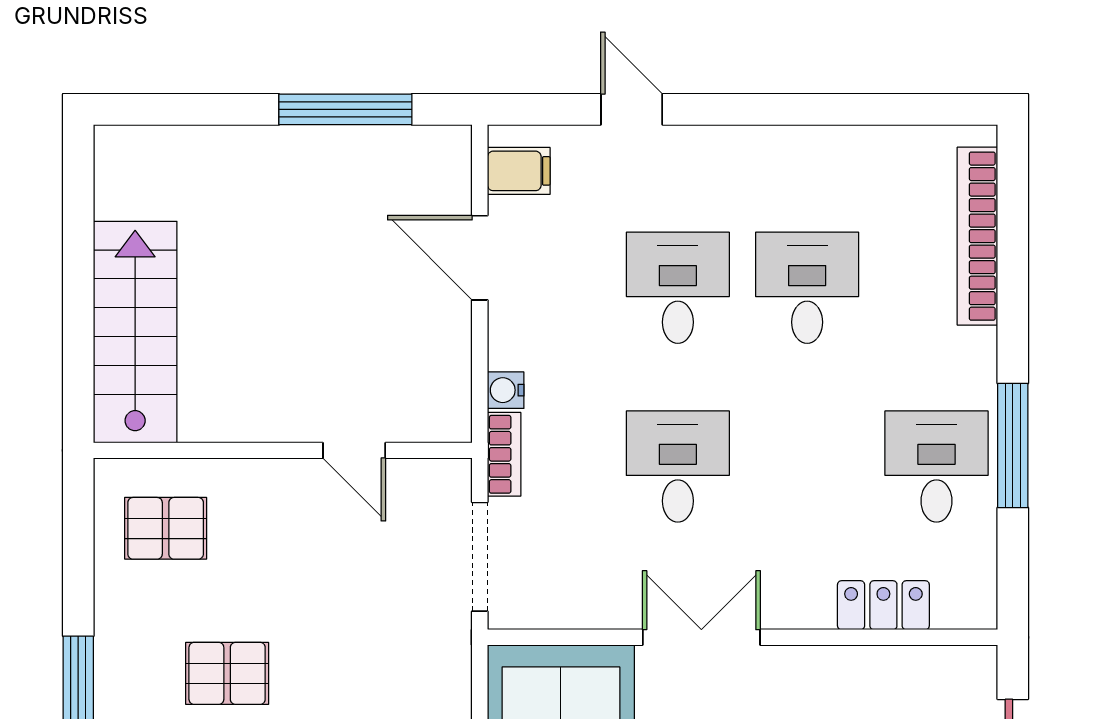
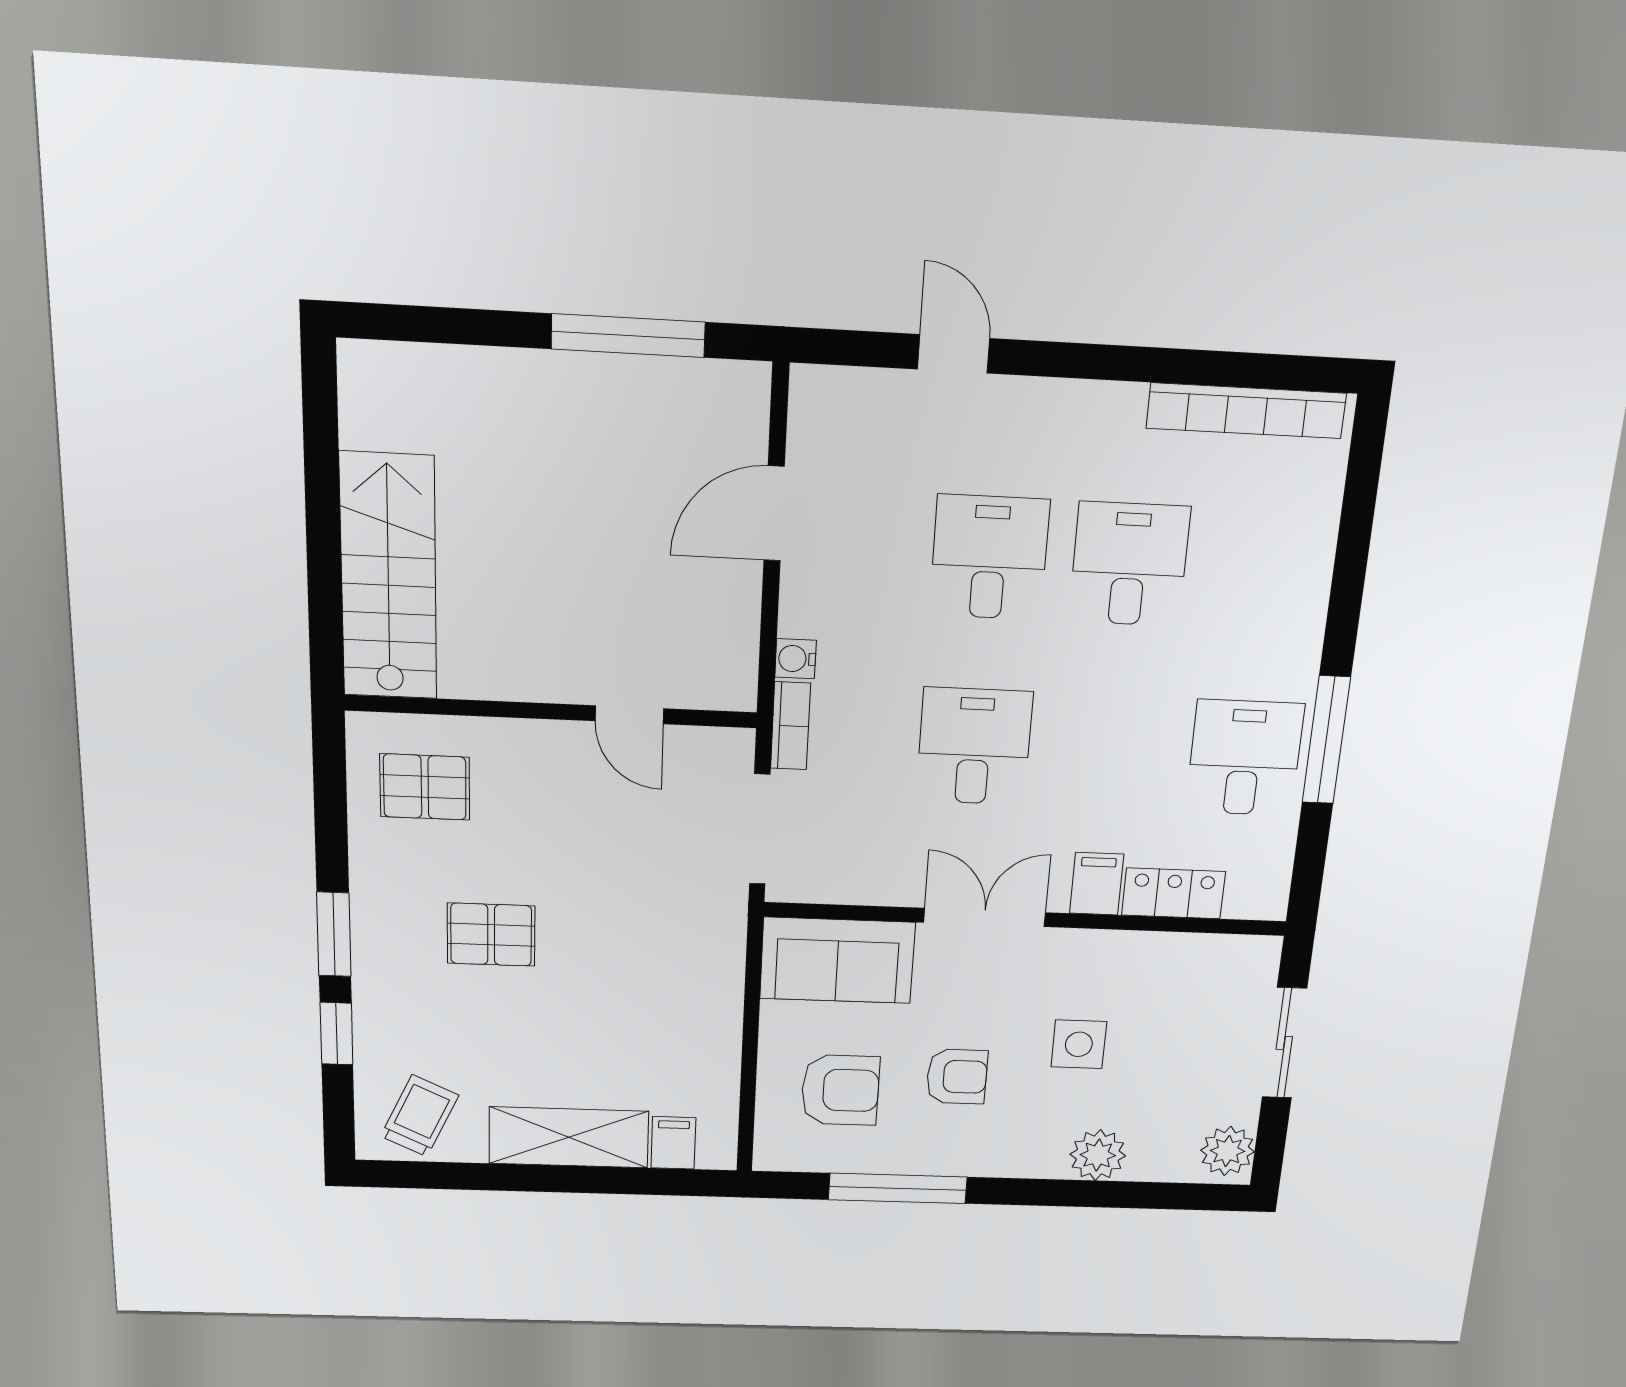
filing cabinet: (519, 171) -> (1097, 884), moved, turned -90
bookcase: (977, 236) -> (1246, 411), moved, turned -90
door: (480, 258) -> (774, 513), hinge flipped

